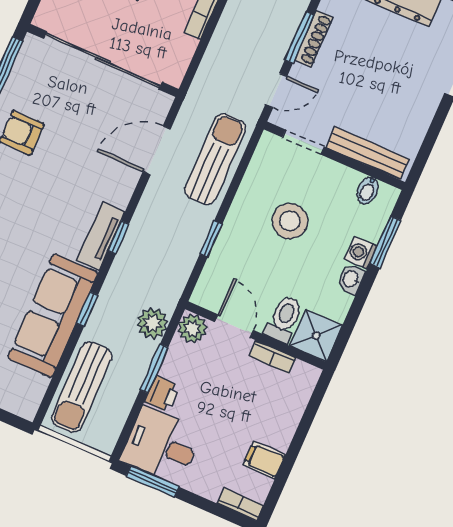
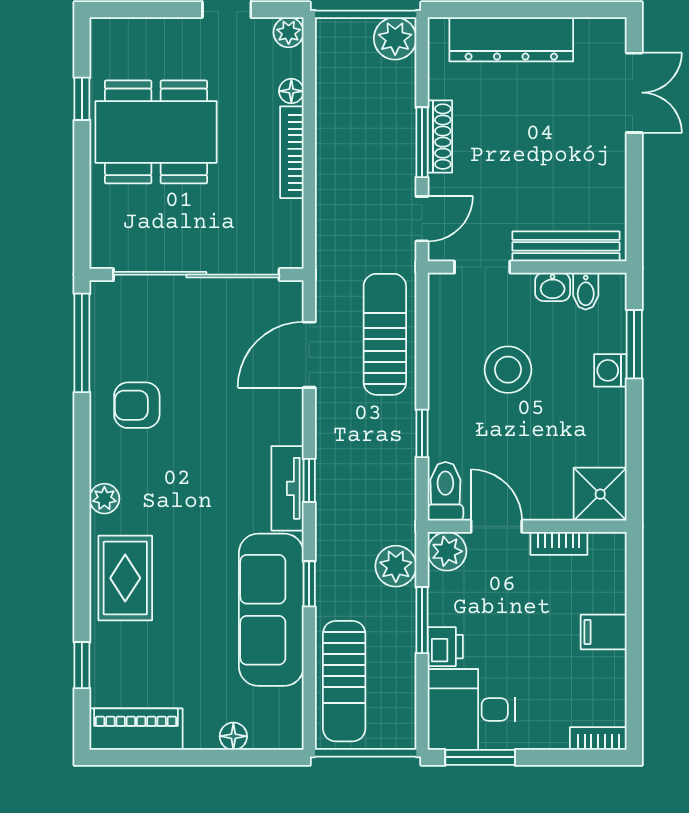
washbasin: (351, 279) -> (553, 287), moved, turned -90
toilet: (284, 319) -> (445, 491), moved
filing cabinet: (264, 460) -> (604, 632), moved

